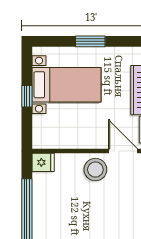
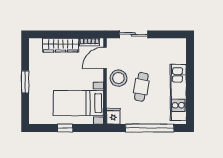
bed with nightstands: (66, 85) -> (78, 103), moved, turned -90
cafe table: (83, 201) -> (141, 87), added

